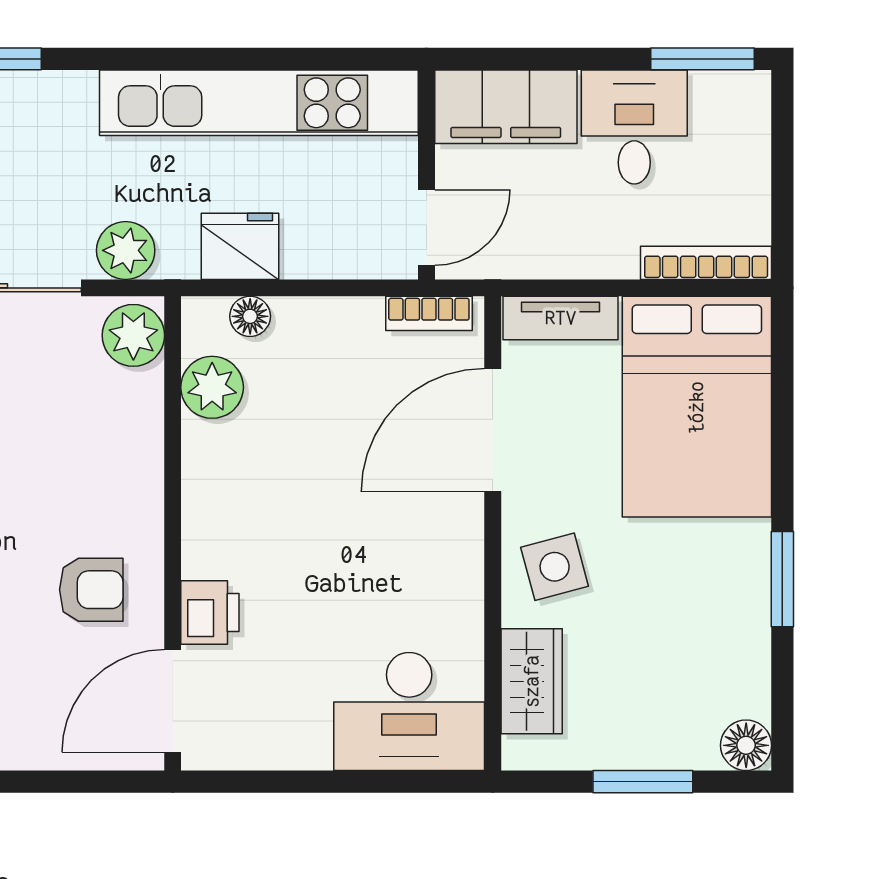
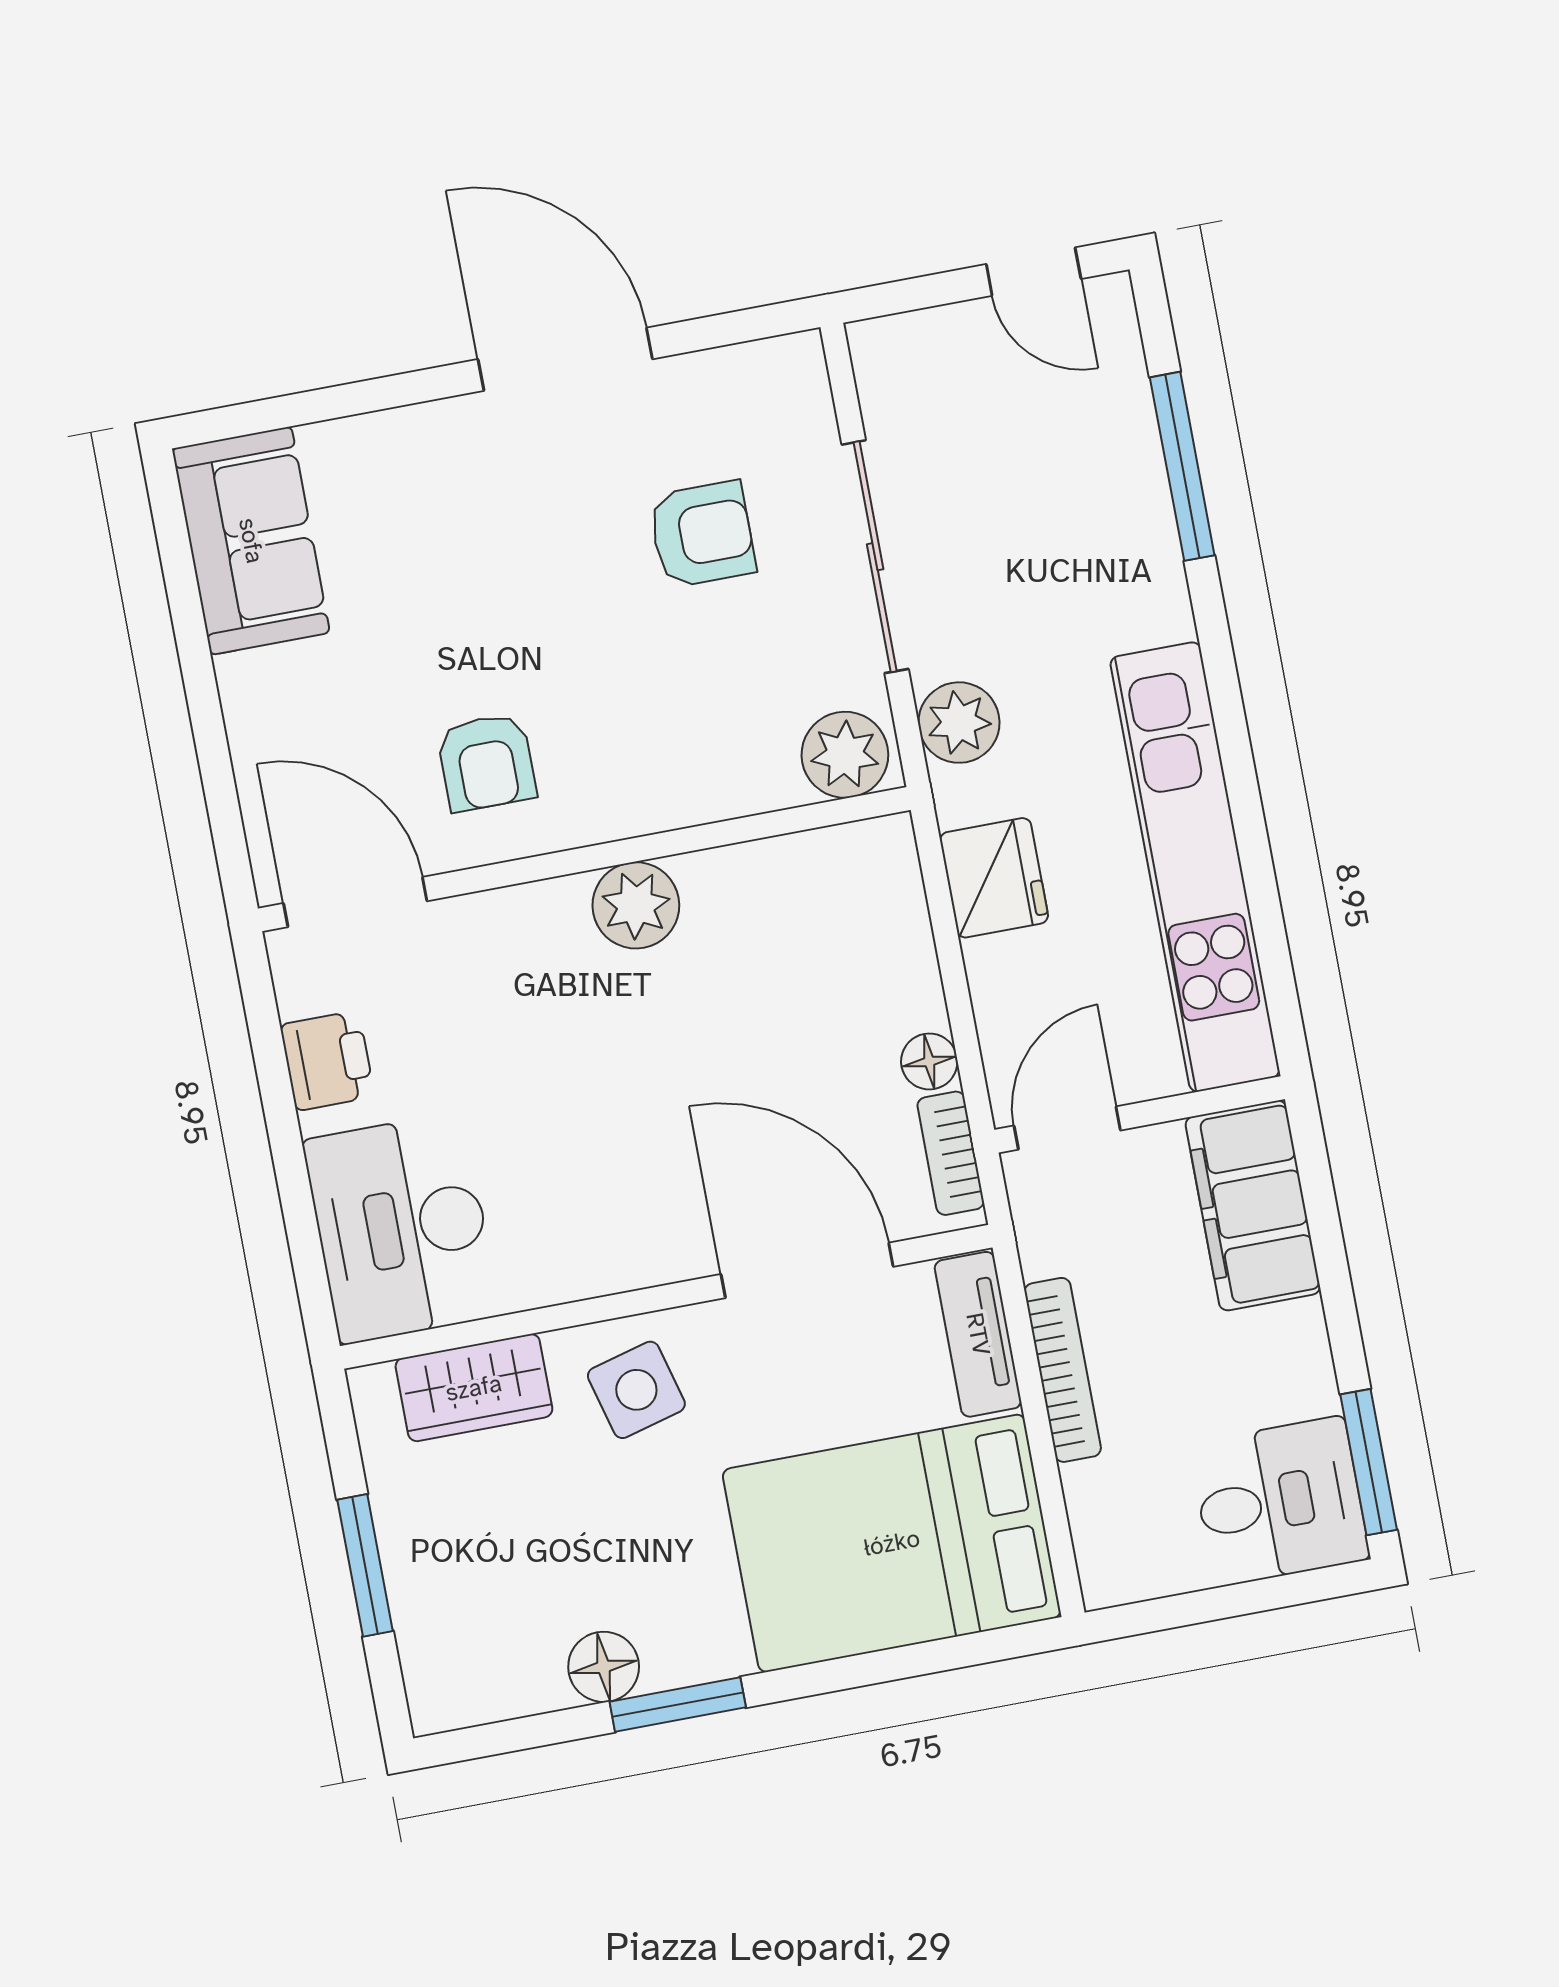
desk: (634, 127) -> (1279, 1501), moved
door: (427, 228) -> (1067, 1128), swing flipped
bookcase: (706, 263) -> (1063, 1370), moved
floor lamp: (250, 316) -> (929, 1061), moved
plant: (212, 387) -> (636, 905), moved
printer: (210, 612) -> (327, 1061), moved, turned -90
floor lamp: (746, 745) -> (604, 1667), moved

